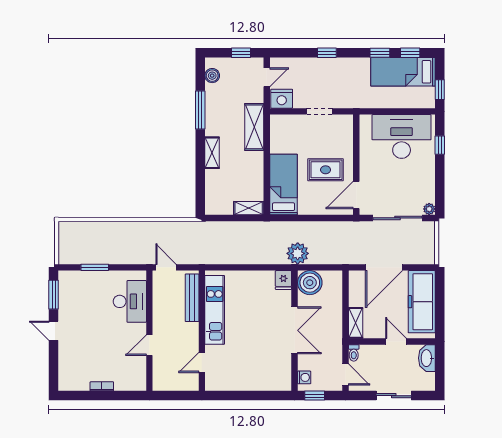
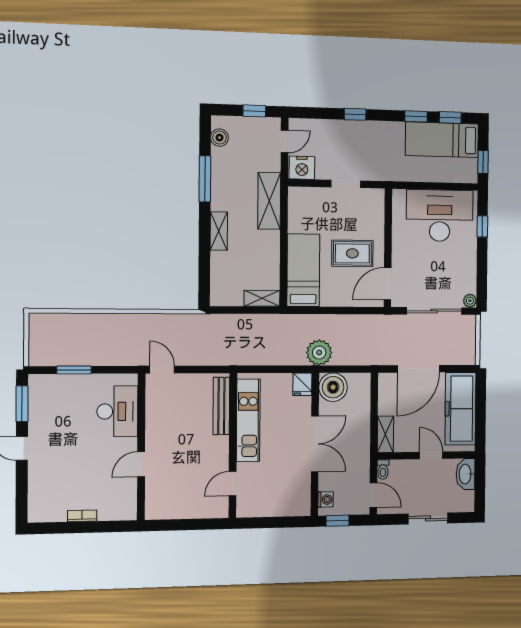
bench: (192, 298) -> (221, 406), moved
kitchen unit: (215, 310) -> (248, 420), moved
wall: (202, 331) -> (233, 446), moved
door: (202, 362) -> (233, 484), moved

